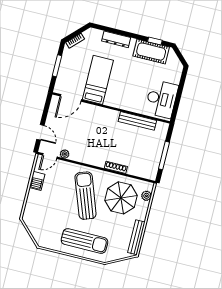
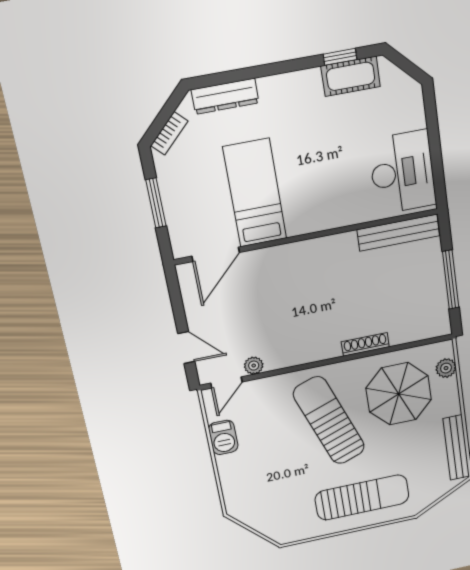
dresser: (116, 39) -> (225, 96), moved
cot: (151, 52) -> (351, 76), width x0.73, depth x0.75
bench: (137, 121) -> (398, 233), moved

